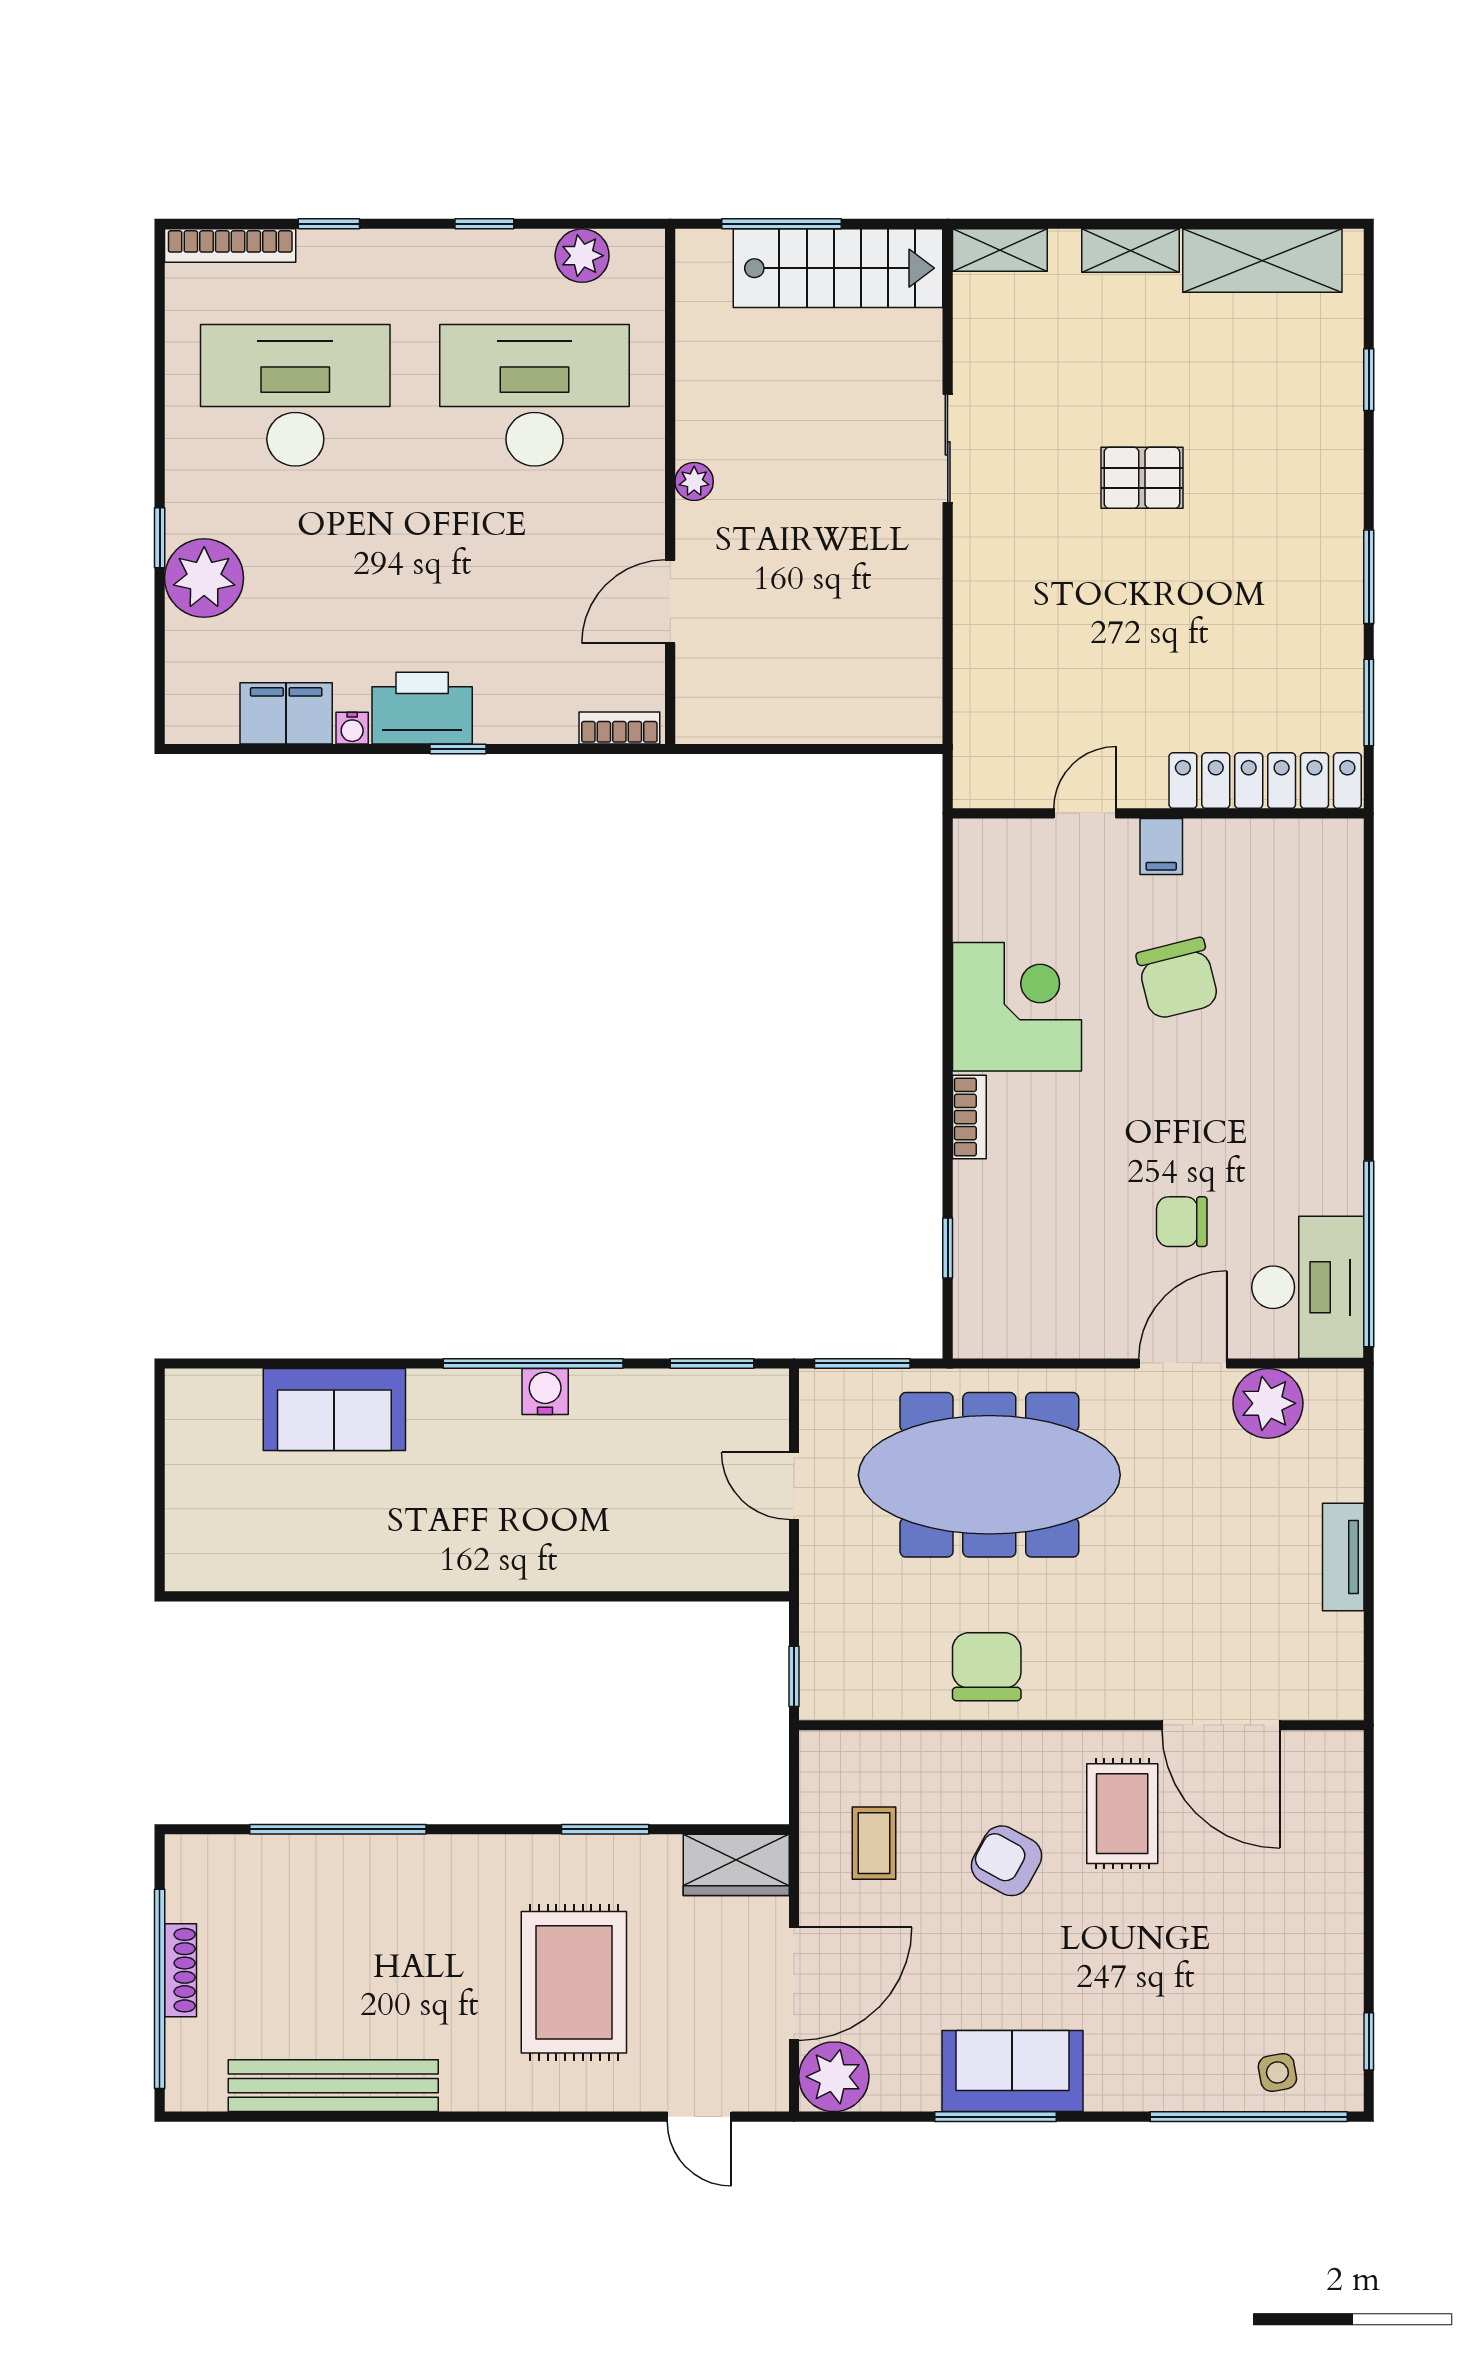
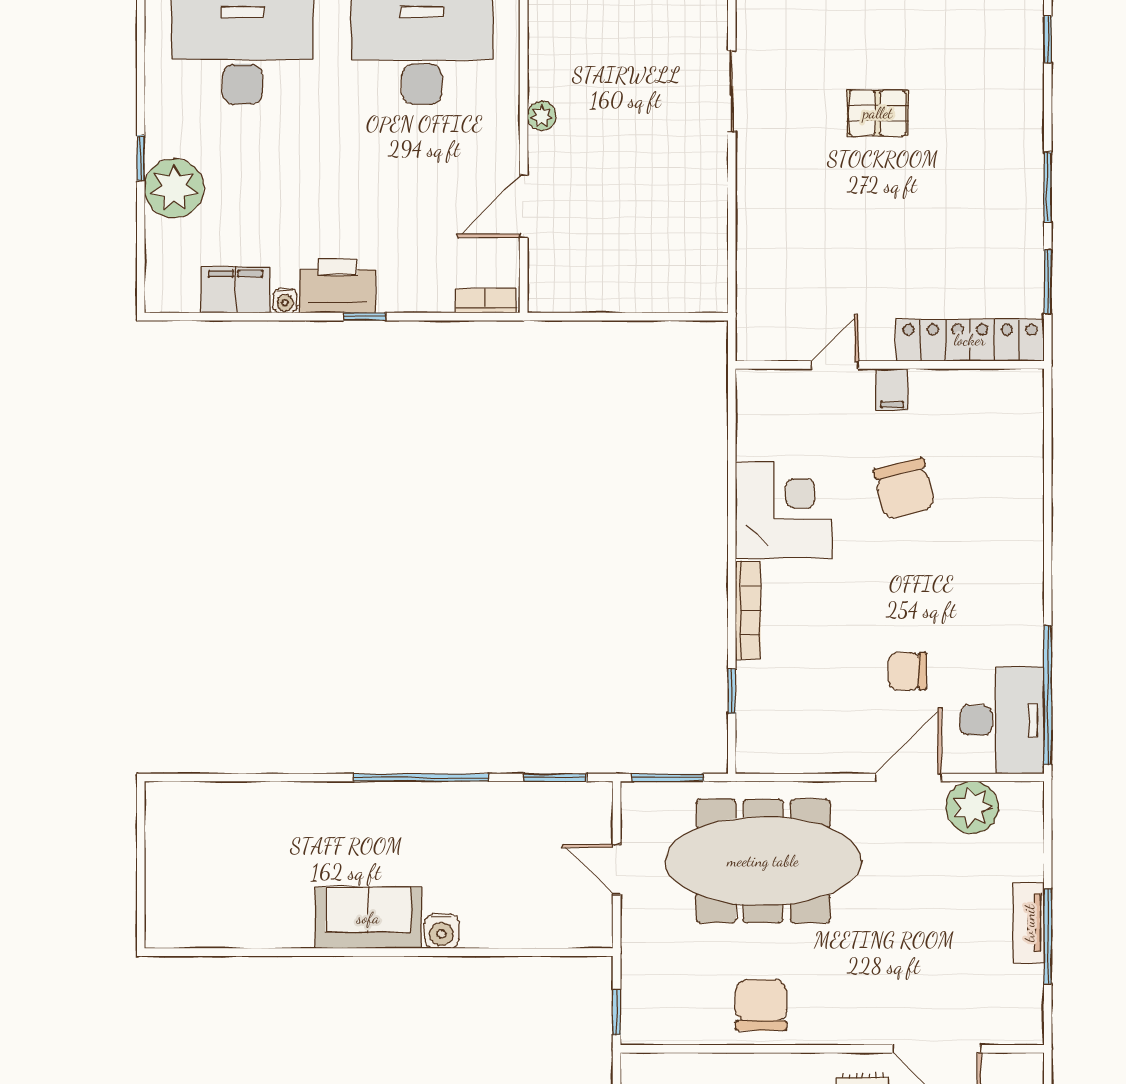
bookcase: (969, 1117) -> (748, 610), width x1.56
water cooler: (545, 1392) -> (442, 931), moved, turned 180
sofa: (334, 1409) -> (368, 918), moved, turned 180
window: (1369, 1575) -> (1048, 936), added

